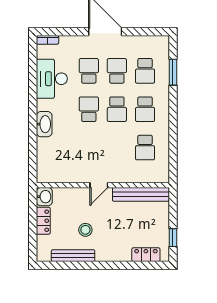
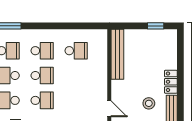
school desk: (89, 109) -> (42, 100), turned 180
door: (99, 185) -> (109, 109), moved
locker: (146, 255) -> (171, 82), moved

